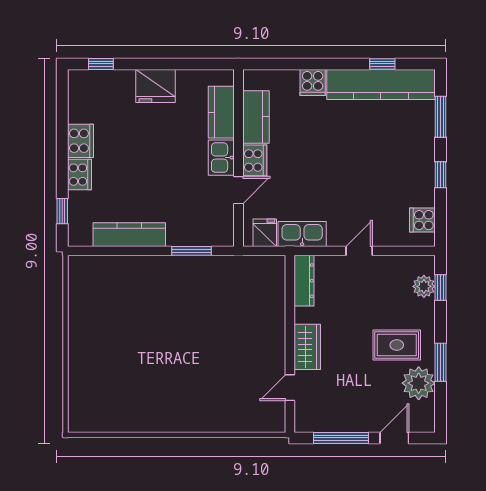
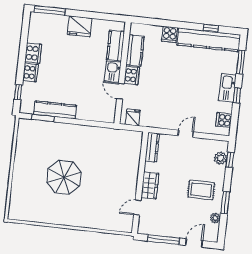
window: (101, 64) -> (50, 10), width x2.17
door: (238, 190) -> (120, 91), swing flipped
kitchen sink: (302, 234) -> (227, 88), moved, turned -90
window: (191, 251) -> (43, 118), moved
parasol: (158, 349) -> (64, 177), added
plant: (419, 383) -> (215, 218), width x0.53, depth x0.53

